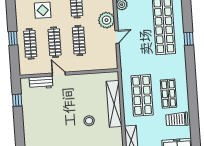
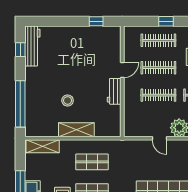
workbench: (41, 82) -> (114, 91), moved
shop shelf: (142, 95) -> (92, 162), width x0.70, depth x0.74
shelving: (114, 104) -> (76, 130), width x0.68

